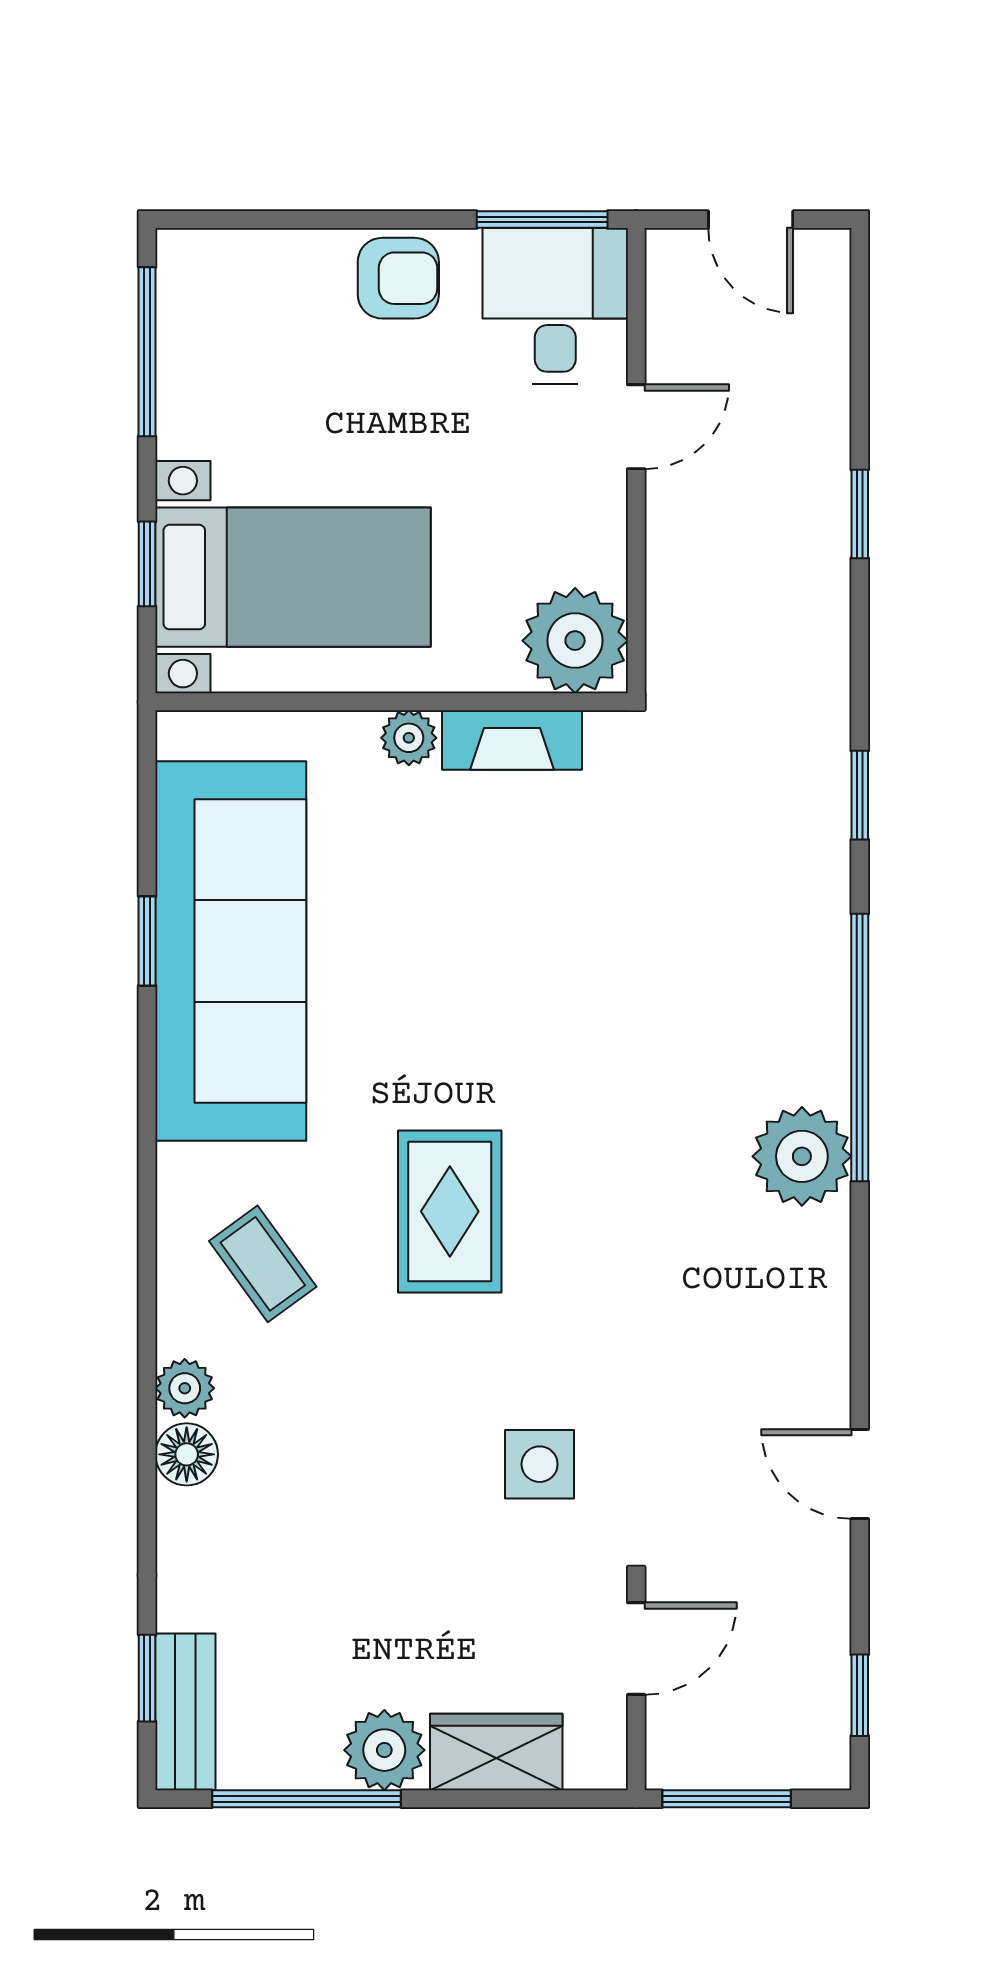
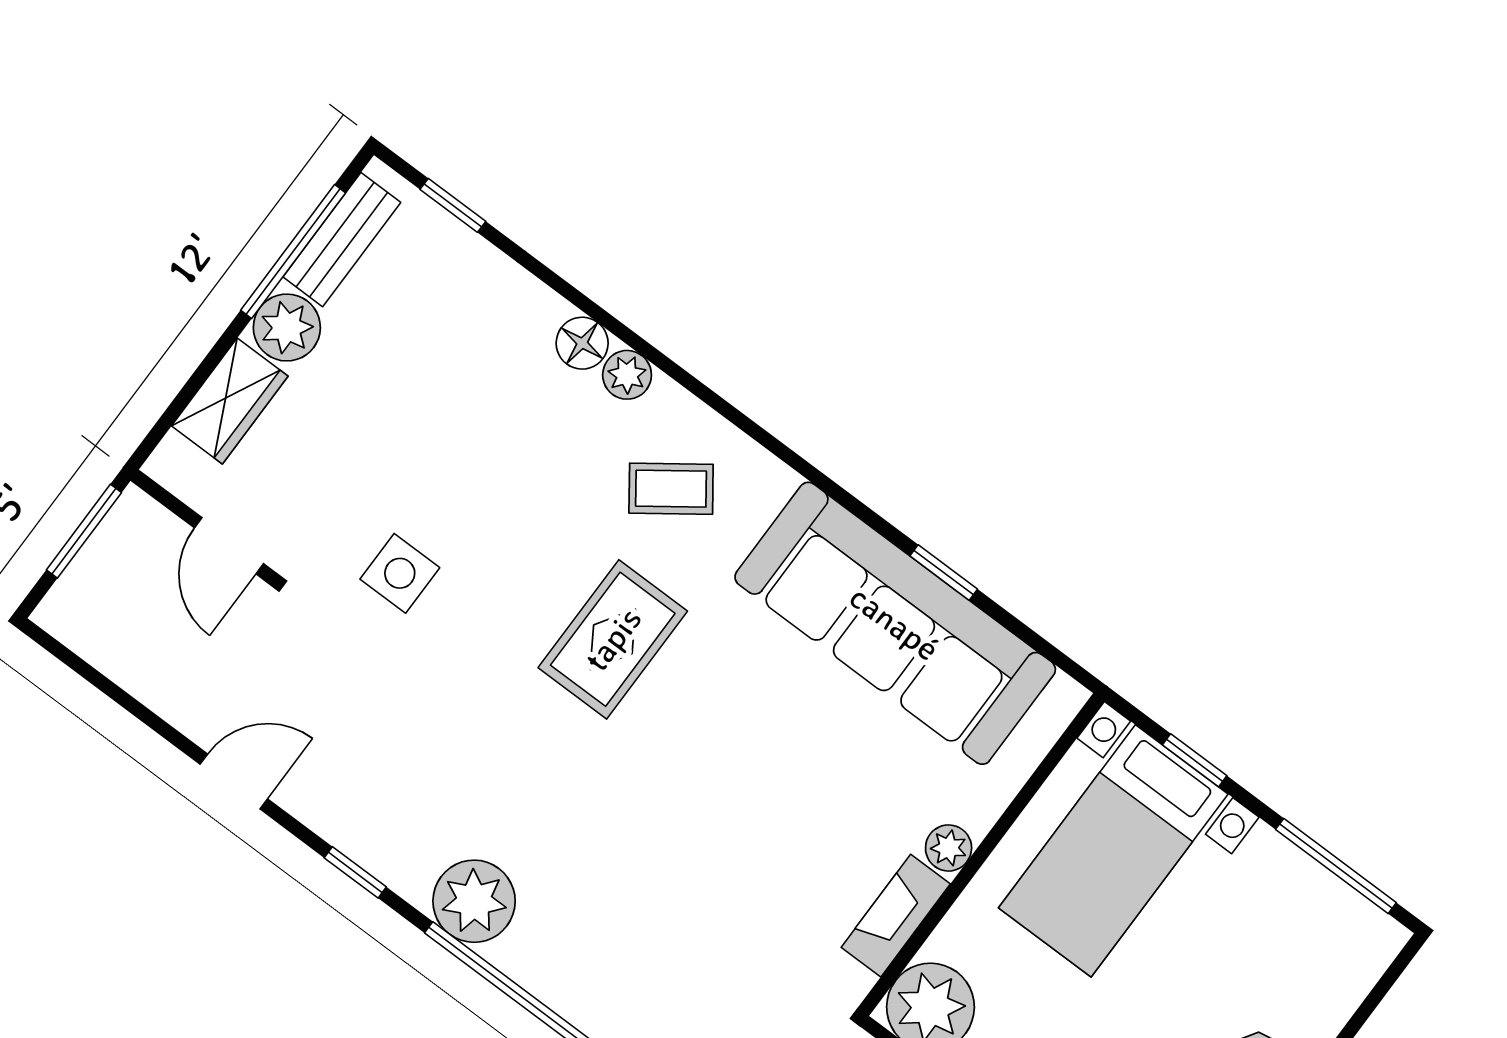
rug: (450, 1211) -> (613, 639), turned 90
window: (860, 1695) -> (355, 872), moved
bench: (185, 1712) -> (342, 240), moved, turned 90

